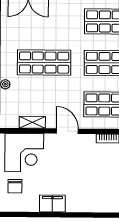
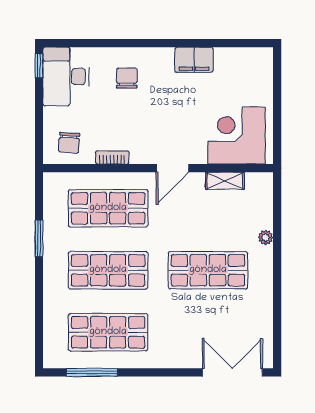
door: (67, 131) -> (172, 168), hinge flipped
chair: (15, 186) -> (127, 78), moved

